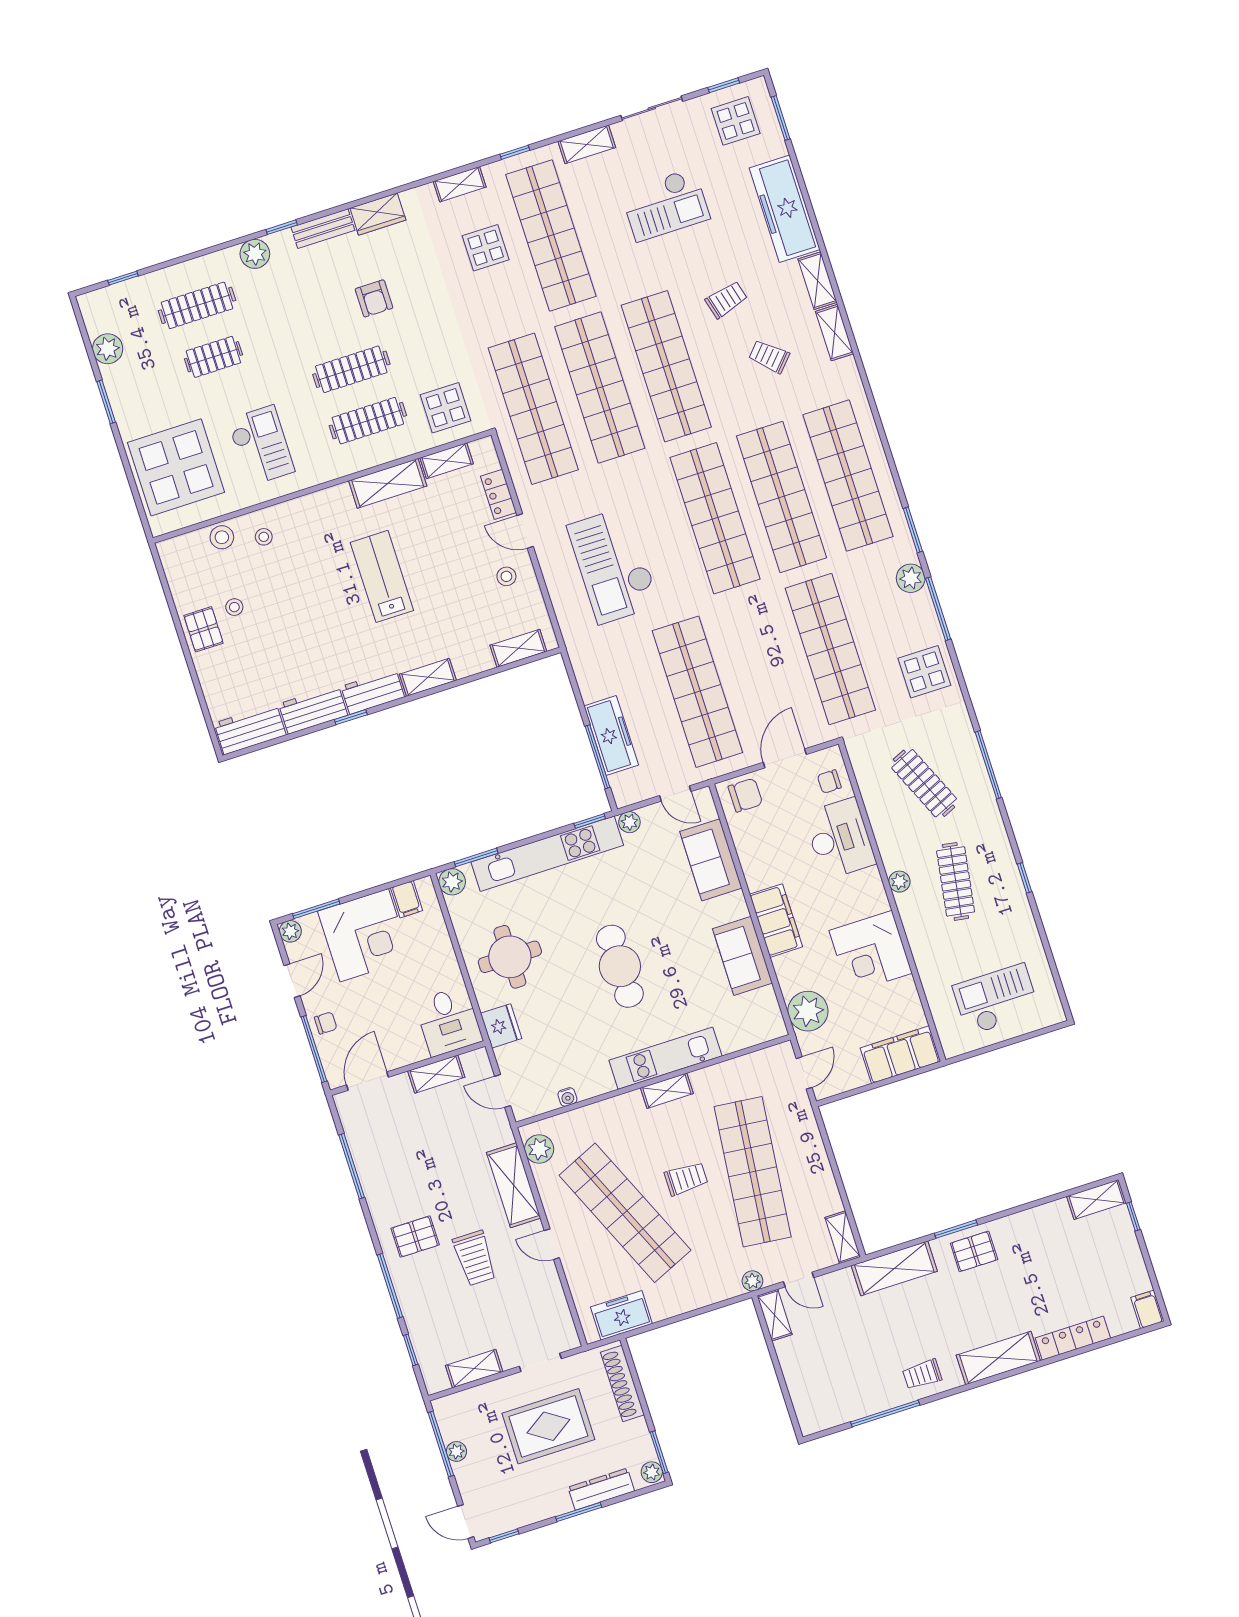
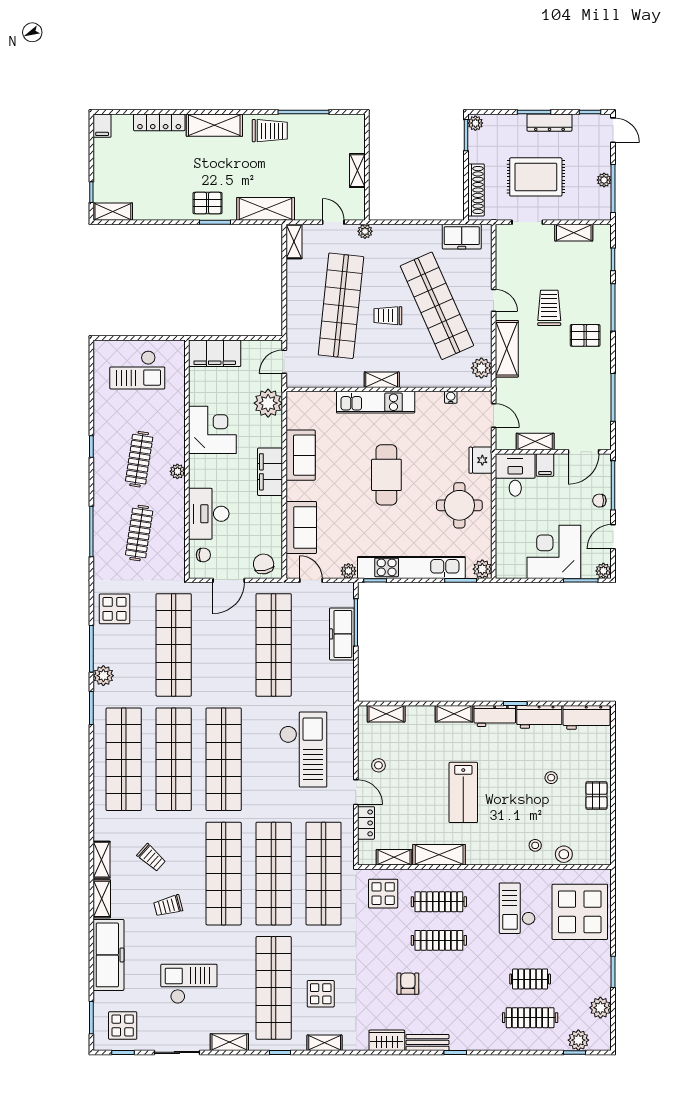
plant: (255, 254) -> (578, 1040), moved
stool: (234, 607) -> (551, 778), moved
clothes rail: (924, 783) -> (139, 533), turned 33
chair: (745, 795) -> (264, 564), turned 79
filing cabinet: (407, 899) -> (545, 465), moved, turned 180
shelving: (775, 1315) -> (357, 171), moved
trolley: (922, 1374) -> (270, 131), width x1.36, depth x1.39
dresser: (601, 1489) -> (549, 123), moved

